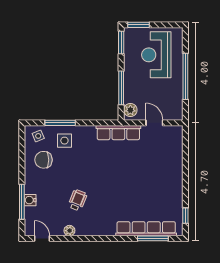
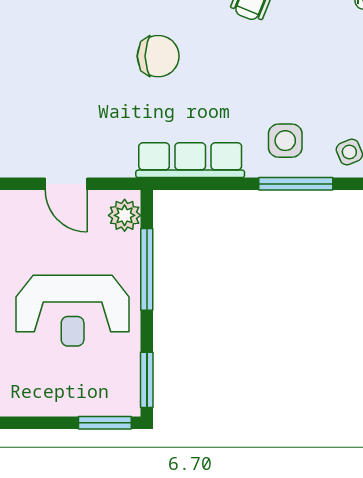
reception desk: (156, 55) -> (73, 311), moved, turned 90
row of seats: (118, 133) -> (190, 160), moved
chair: (44, 160) -> (158, 56), moved

